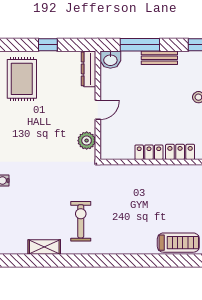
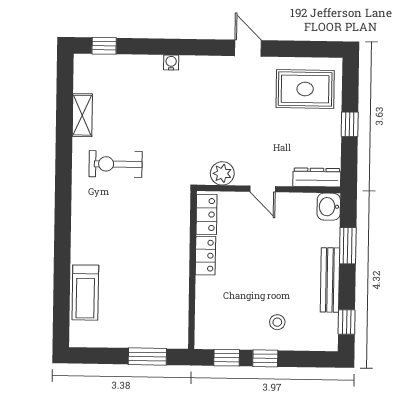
window: (140, 45) -> (348, 246), width x0.69
bench: (159, 58) -> (330, 280), width x1.36
locker: (180, 152) -> (207, 214), moved
exercise bike: (81, 221) -> (116, 164), turned 180

